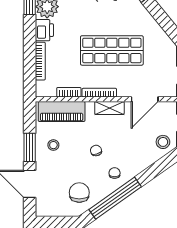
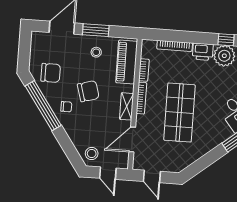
door: (145, 99) -> (132, 140), hinge flipped
chair: (96, 151) -> (88, 91), width x1.87, depth x1.87

